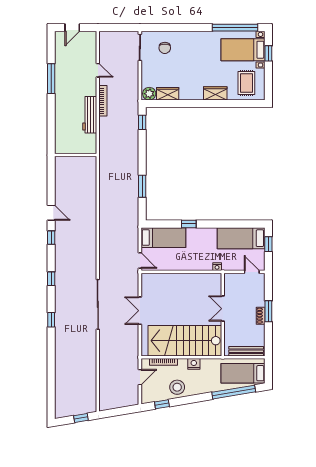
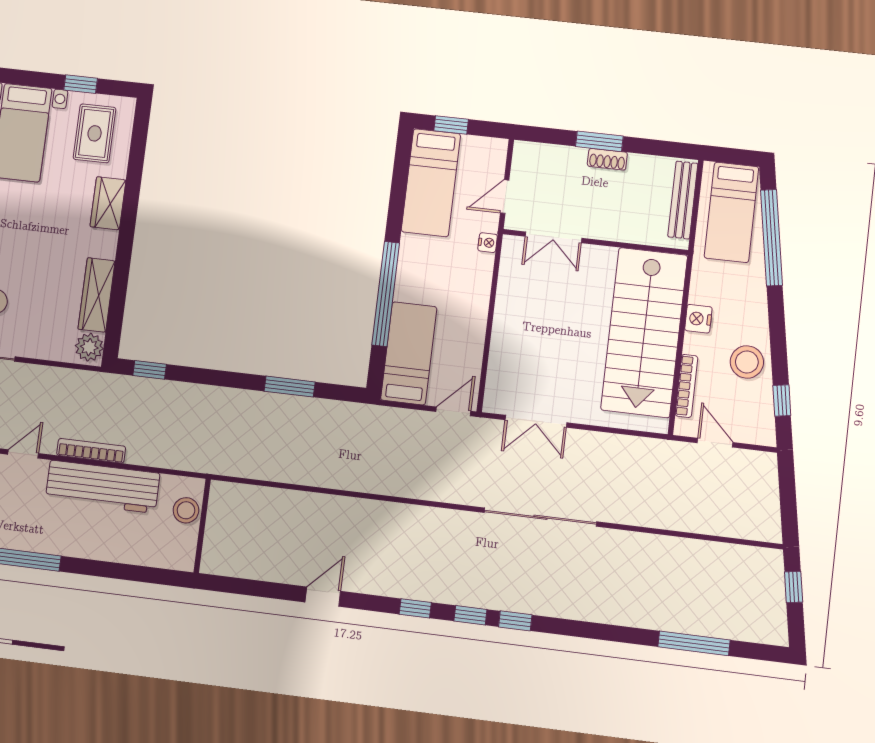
window: (268, 53) -> (81, 84), moved
rug: (246, 83) -> (95, 133), turned 90
wardrobe: (168, 94) -> (97, 295), width x1.50
workbench: (90, 115) -> (103, 487), width x1.36, depth x1.32
stool: (82, 147) -> (186, 510), added
window: (189, 224) -> (386, 294), width x3.17
window: (51, 238) -> (415, 608), moved
door: (252, 272) -> (505, 197), moved
double door: (223, 309) -> (553, 237), moved
double door: (140, 311) -> (536, 421), moved
window: (51, 320) -> (515, 621), moved
window: (51, 378) -> (694, 643), added

